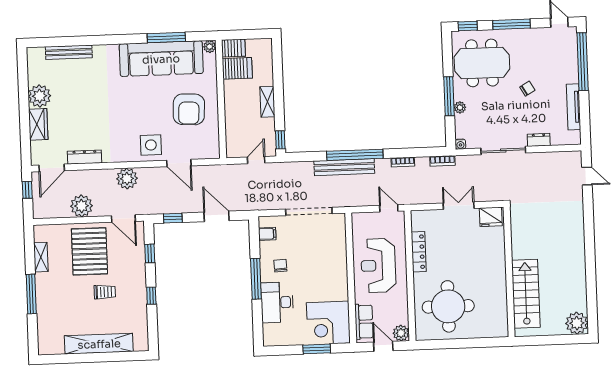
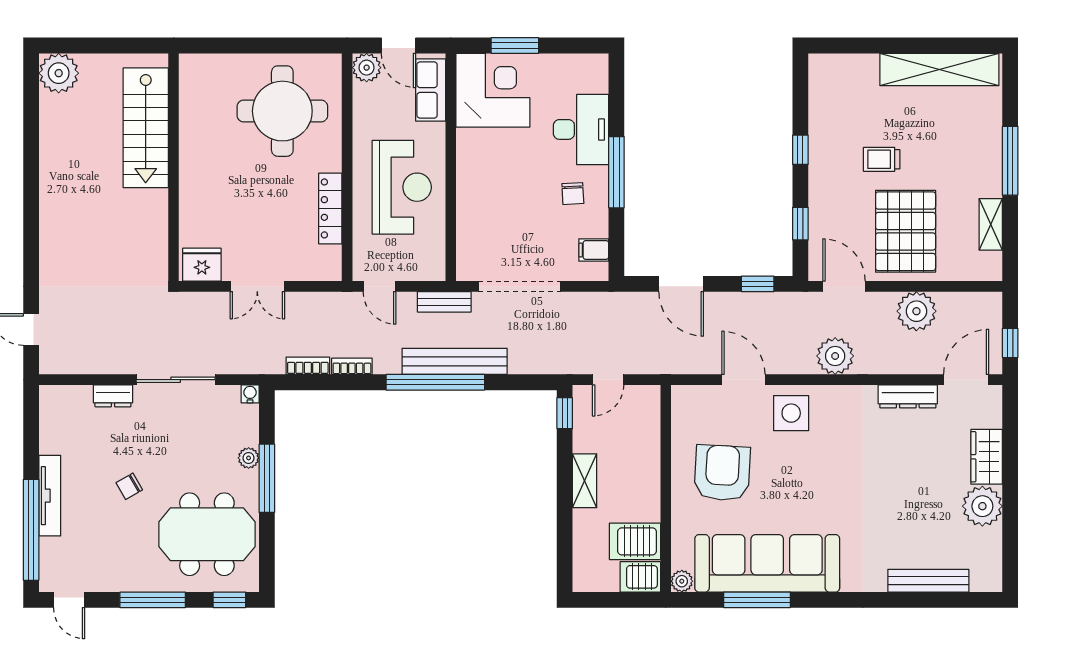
tv unit: (574, 107) -> (50, 496), moved
bookcase: (442, 161) -> (308, 366), moved
bench: (352, 201) -> (444, 302), added
shelving: (99, 344) -> (939, 69), moved

